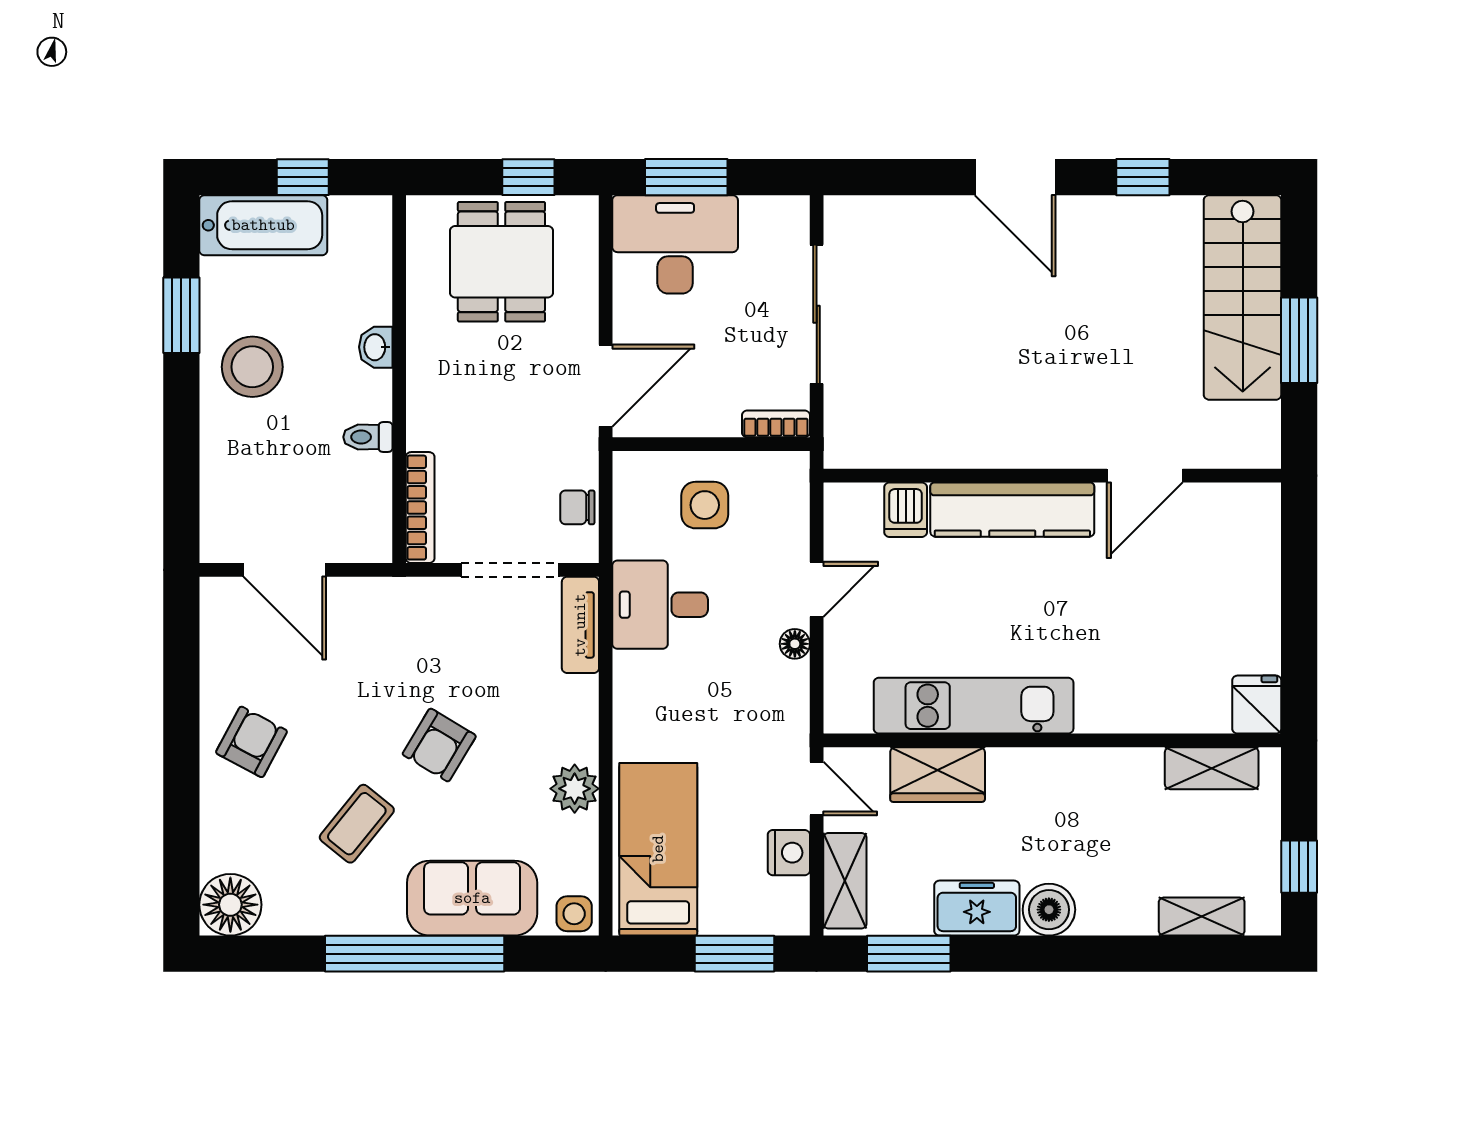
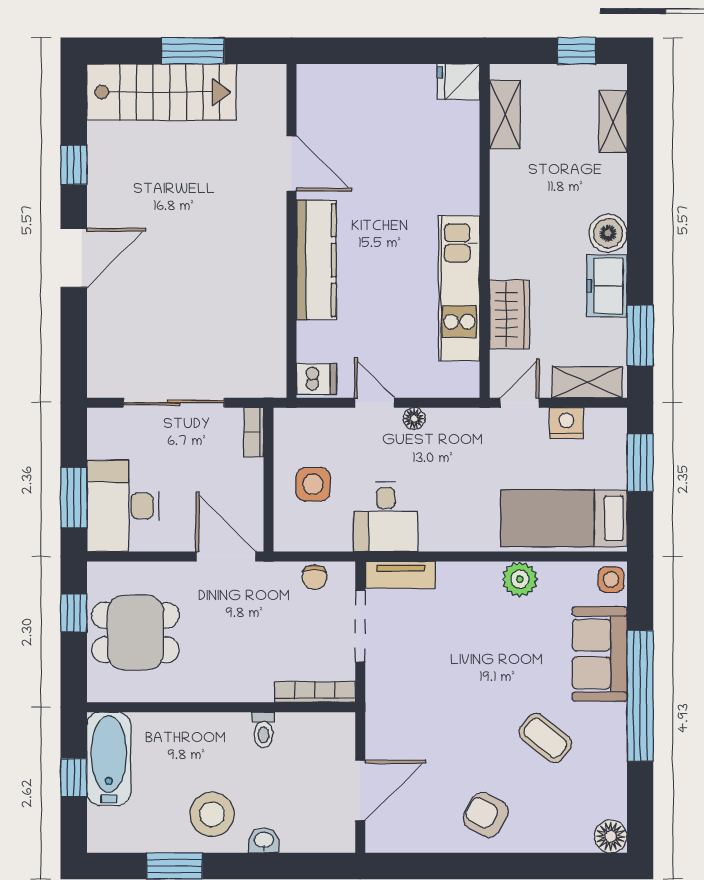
bathtub: (263, 225) -> (109, 759), moved
washbasin: (376, 347) -> (264, 841), moved, turned 180
dishwasher: (906, 510) -> (316, 379), moved
armchair: (439, 745) -> (488, 678), removed
floor lamp: (230, 905) -> (611, 836), width x0.73, depth x0.73

